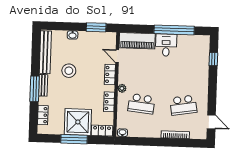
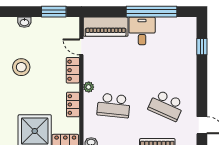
school desk: (183, 105) -> (166, 106), turned 33

